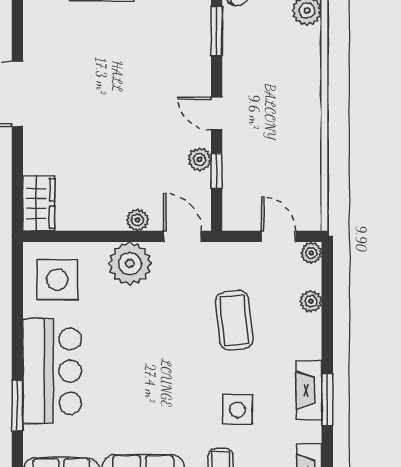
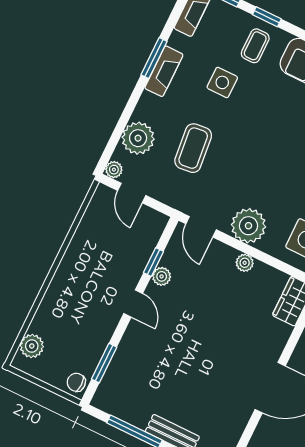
plant: (137, 220) -> (245, 263), moved
plant: (311, 301) -> (138, 138), width x1.88, depth x1.88

